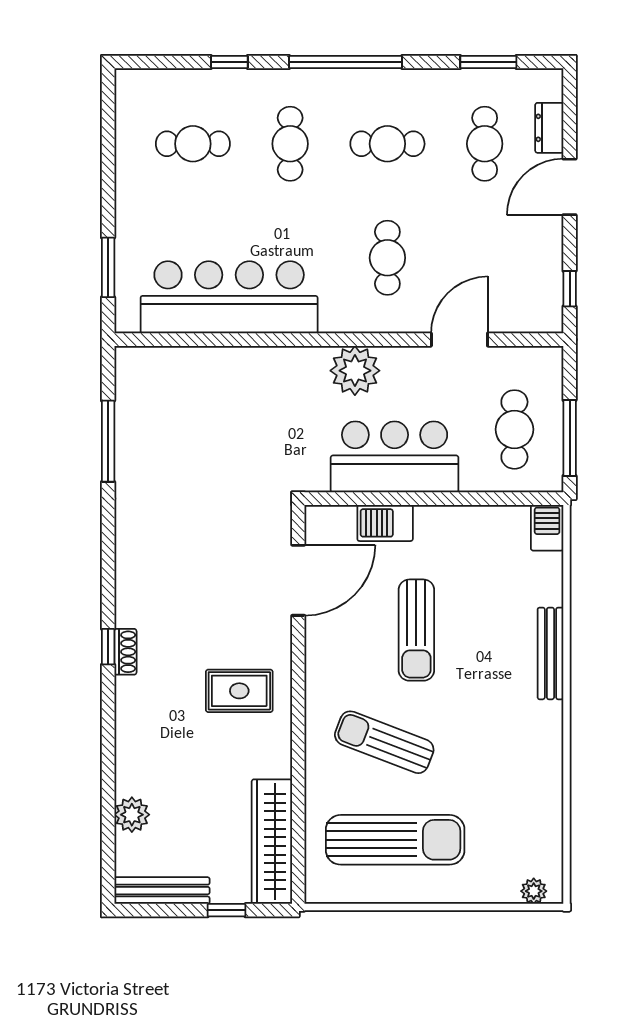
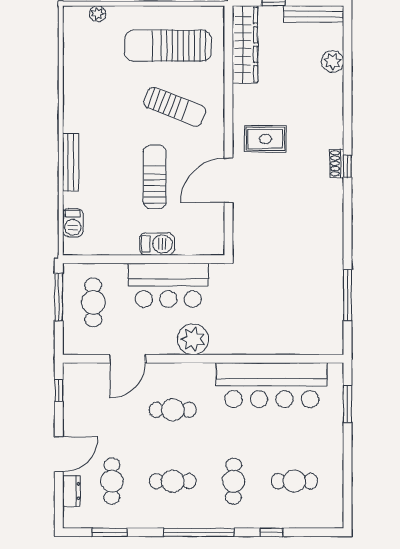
cafe table: (387, 258) -> (173, 410), turned 90
barbecue: (385, 523) -> (157, 244), moved
barbecue: (547, 528) -> (73, 223), moved
door: (298, 580) -> (228, 180), moved
plant: (534, 891) -> (98, 14), moved

